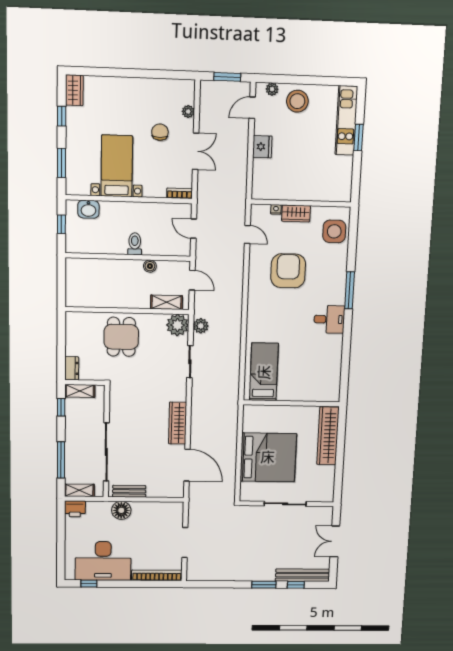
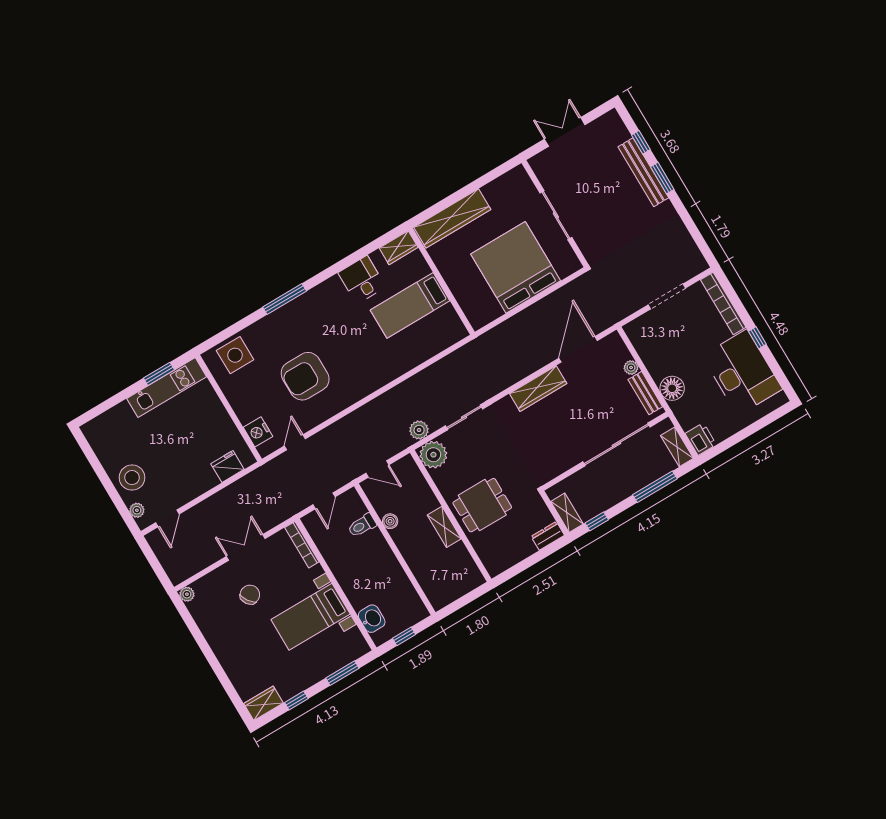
window: (227, 77) -> (154, 562), removed
door: (252, 108) -> (167, 518), hinge flipped
plant: (188, 111) -> (187, 594), moved
kitchen unit: (346, 120) -> (167, 388), moved
chair: (160, 132) -> (250, 595), turned 146
window: (358, 138) -> (159, 374), moved
fridge: (262, 147) -> (227, 466), moved
bookcase: (180, 193) -> (302, 545), width x1.56
nightstand: (276, 209) -> (258, 432), width x1.89, depth x1.79
wardrobe: (296, 213) -> (399, 248), moved, turned 90
toilet: (135, 244) -> (362, 525), moved
door: (192, 280) -> (377, 469), swing flipped
shelving: (167, 302) -> (444, 527), moved
desk: (329, 319) -> (362, 280), moved
bed: (264, 372) -> (410, 305), moved
plant: (152, 492) -> (631, 368), added
double door: (335, 541) -> (565, 132), swing flipped
bench: (303, 575) -> (643, 172), moved
window: (89, 584) -> (757, 338), moved

